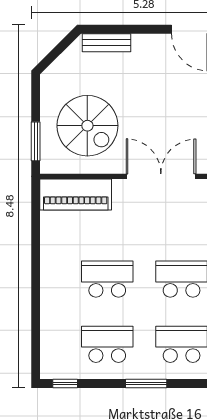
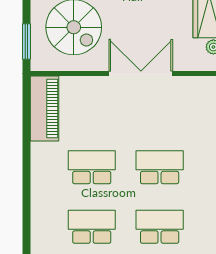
piano: (76, 195) -> (45, 108), moved, turned -90

